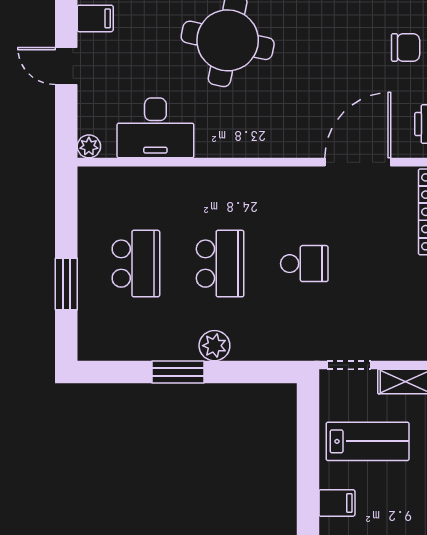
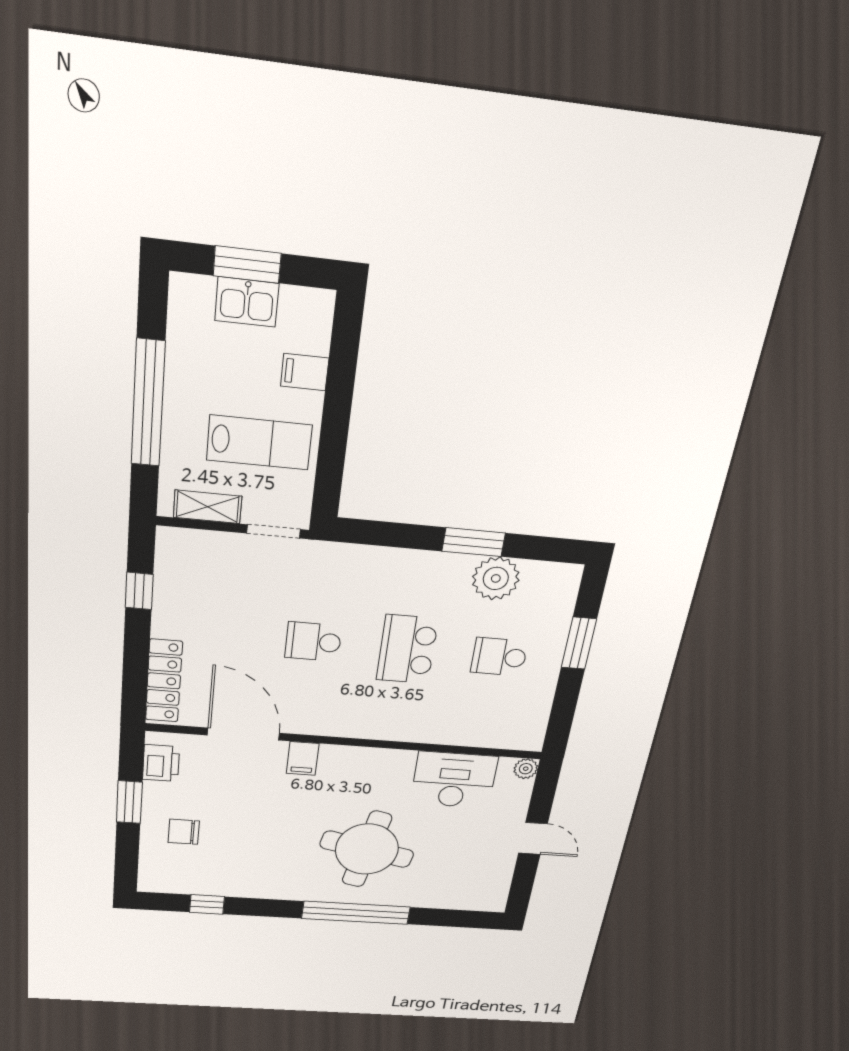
filing cabinet: (95, 18) -> (303, 759), moved, turned -90
door: (358, 162) -> (243, 734), swing flipped
school desk: (136, 264) -> (499, 657), width x0.54
plant: (214, 346) -> (496, 578), moved, width x1.36, depth x1.36
lab bench: (368, 441) -> (259, 443), turned 180

